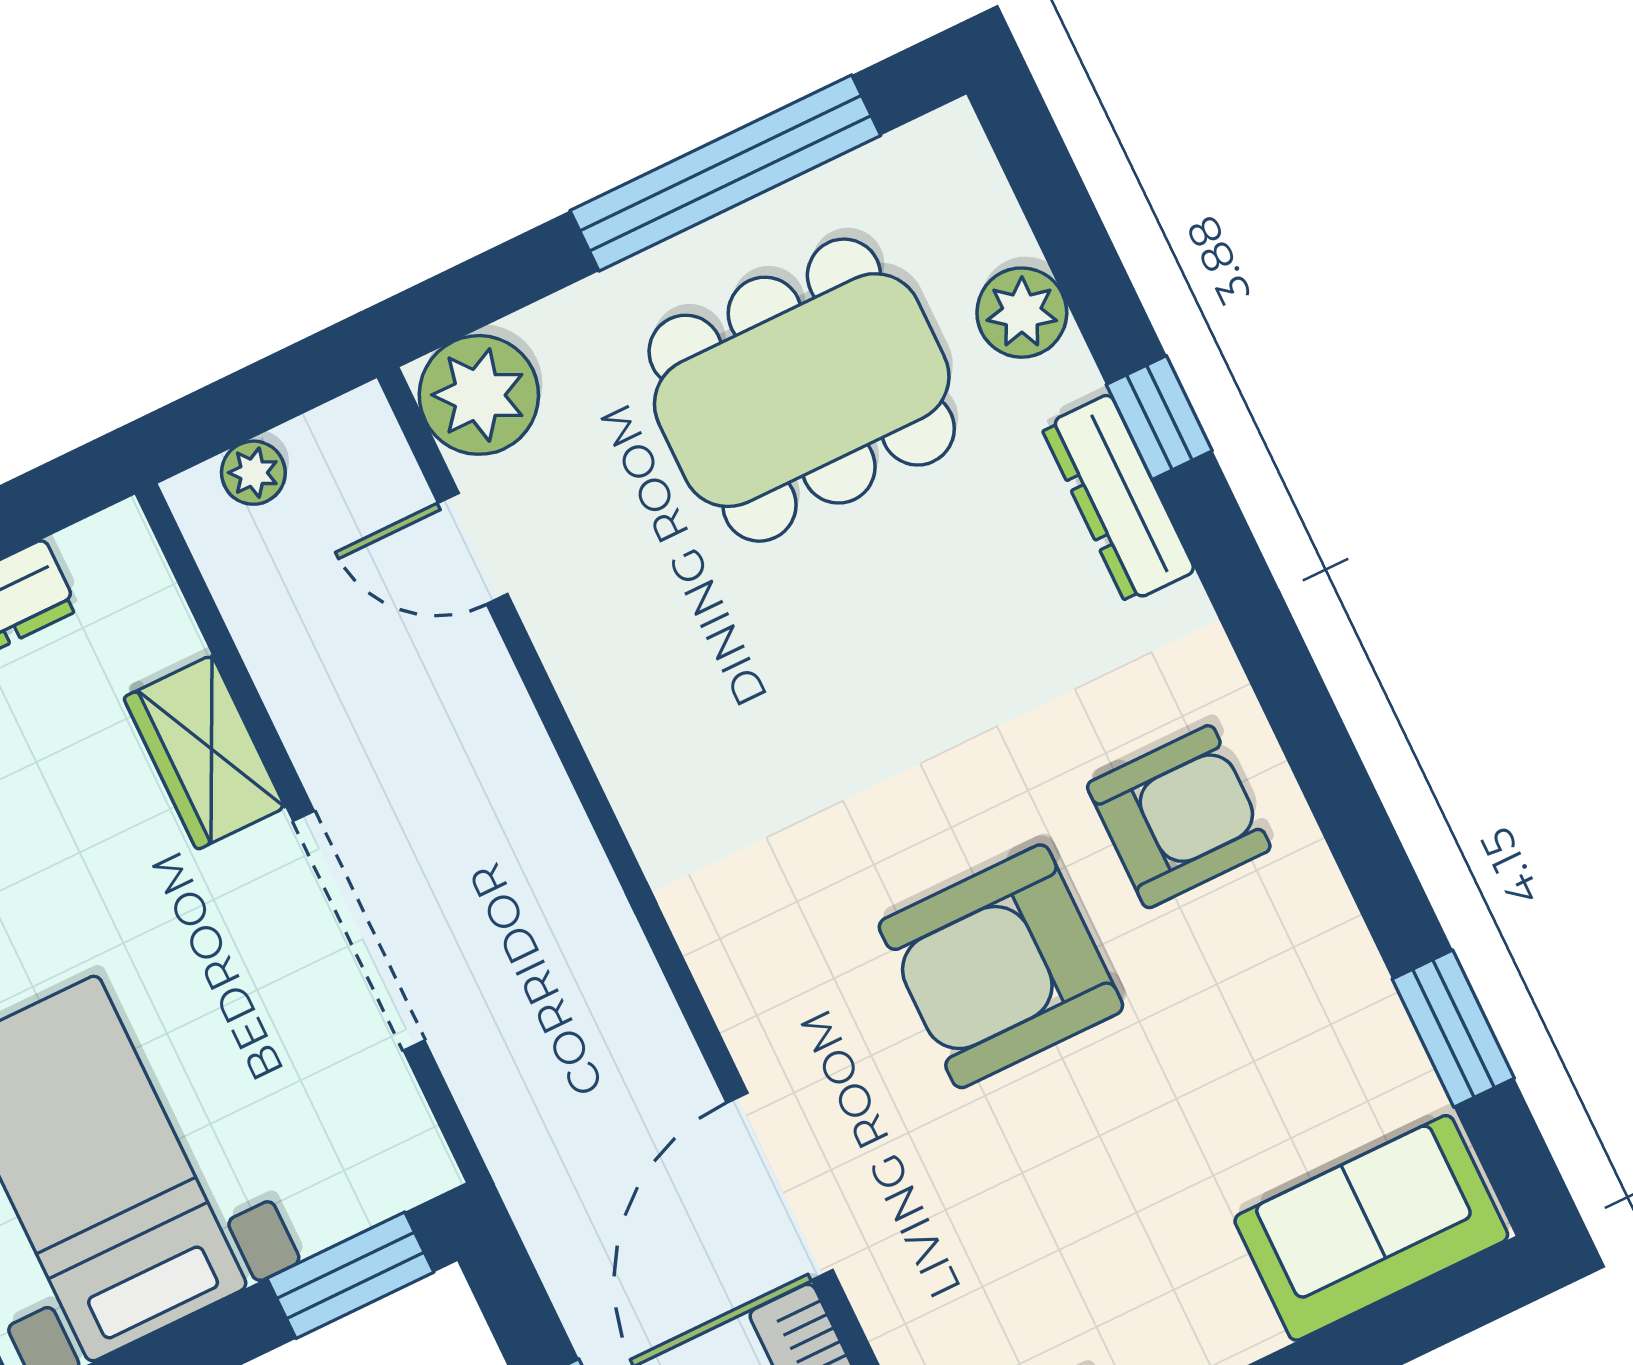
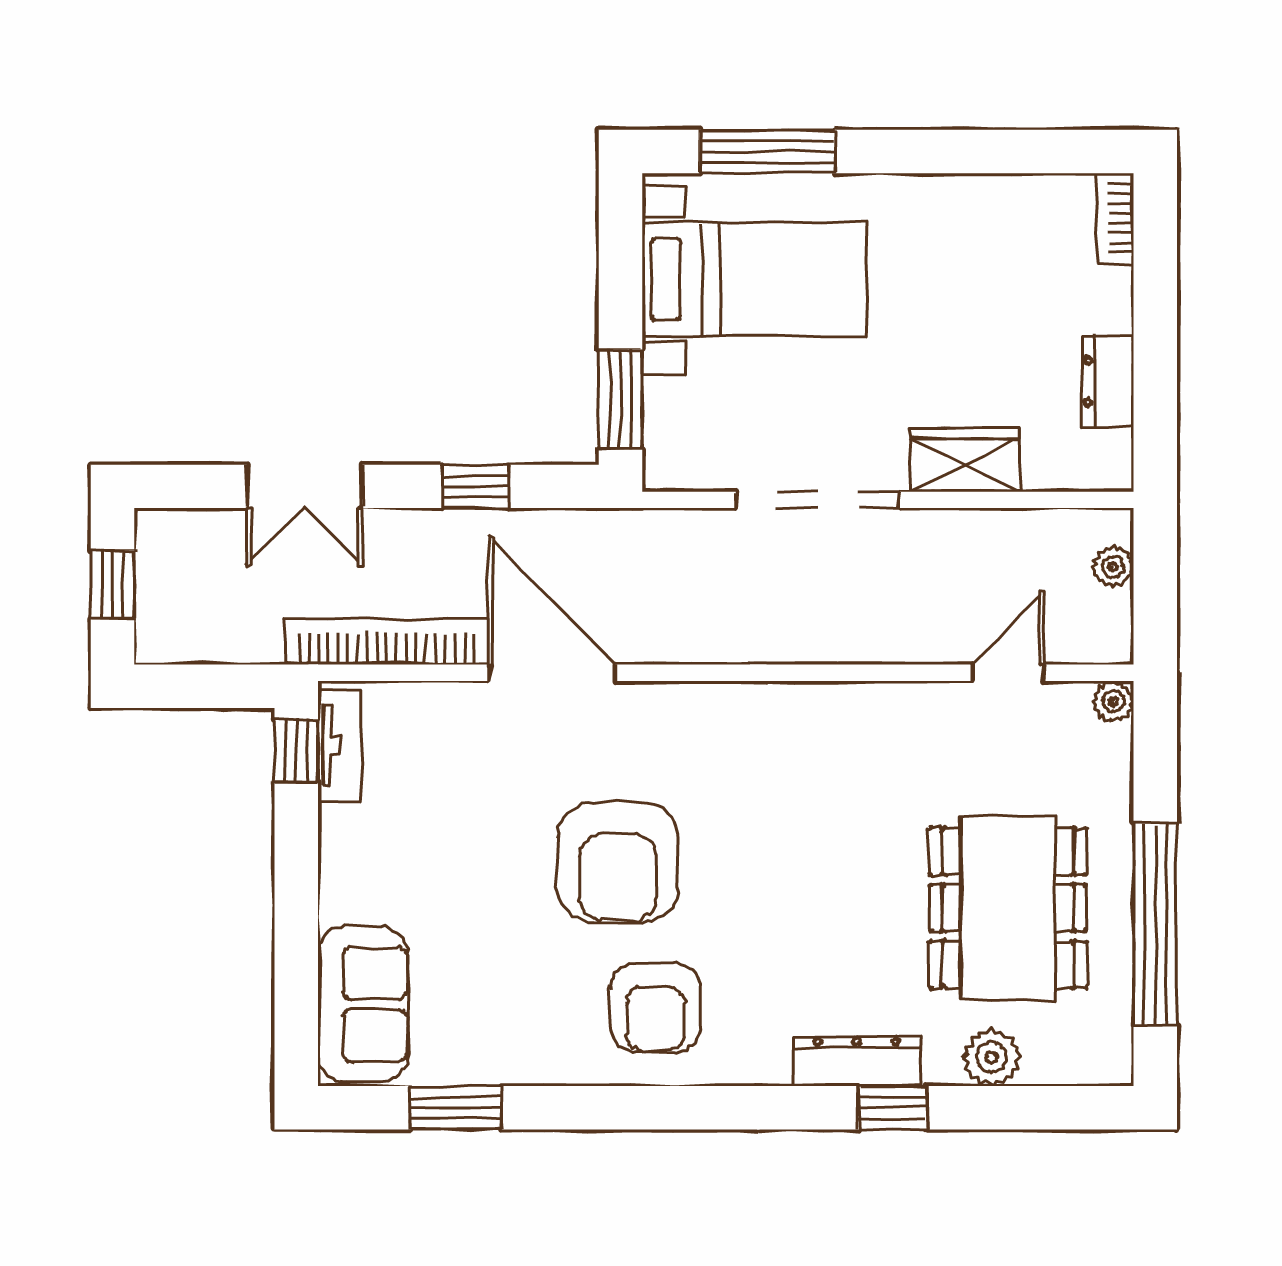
plant: (479, 395) -> (1113, 701), width x0.53, depth x0.53
armchair: (1001, 966) -> (618, 863), turned 180

